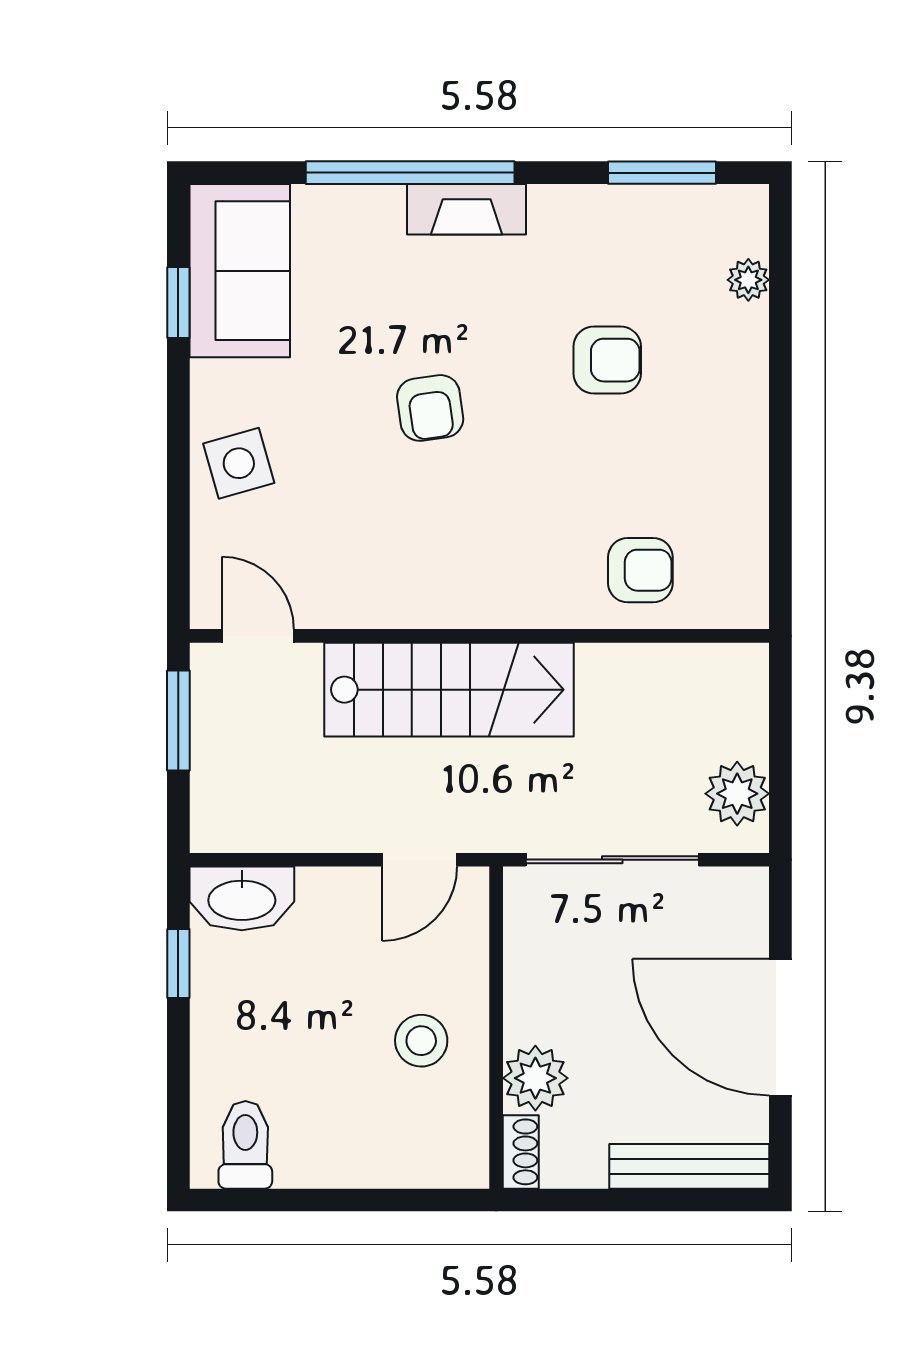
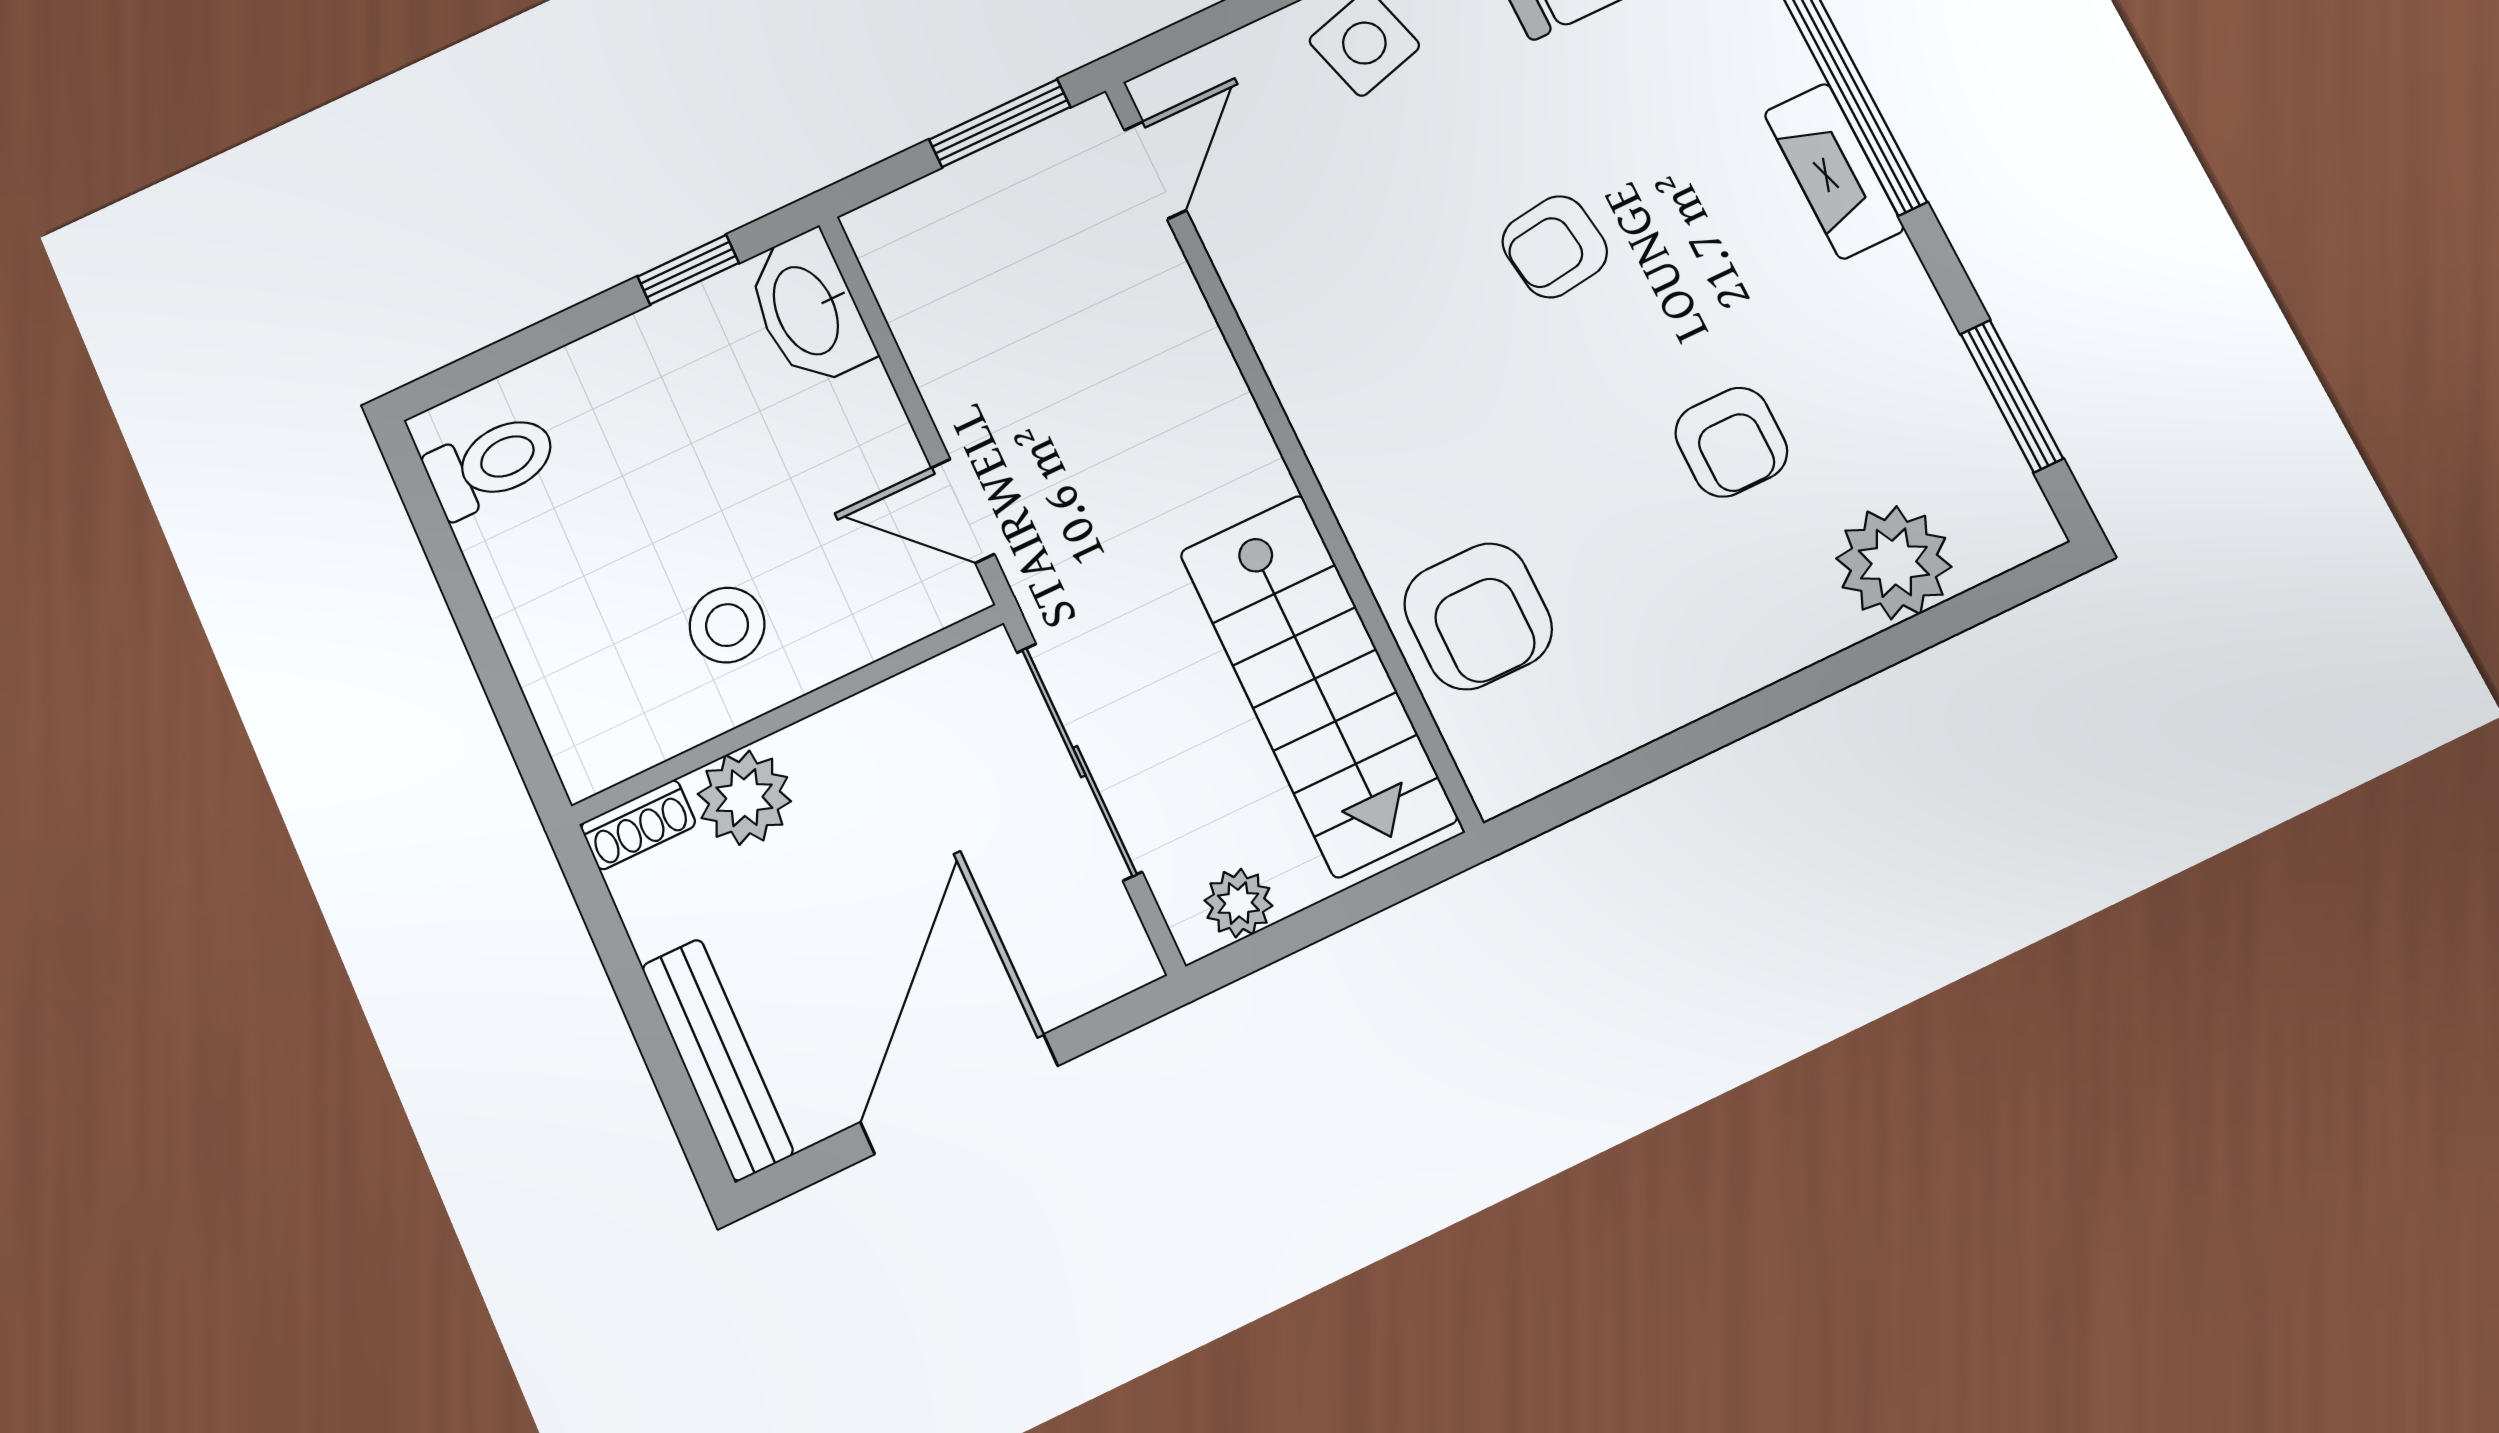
plant: (748, 280) -> (1894, 563), width x1.88, depth x1.88
armchair: (640, 570) -> (1478, 616), width x1.38, depth x1.38
stairs: (449, 690) -> (1318, 685), moved
plant: (737, 794) -> (1238, 903), width x0.73, depth x0.73

